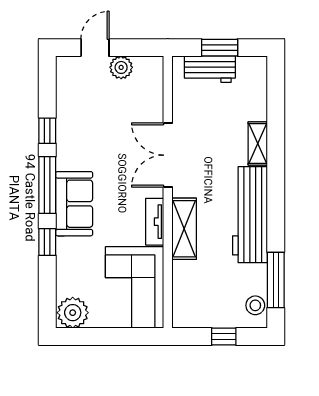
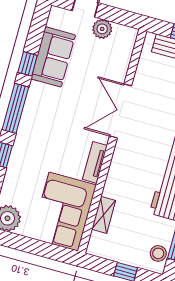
sofa: (74, 204) -> (53, 57), moved
shelving: (184, 229) -> (104, 215), moved, width x0.67, depth x0.75

